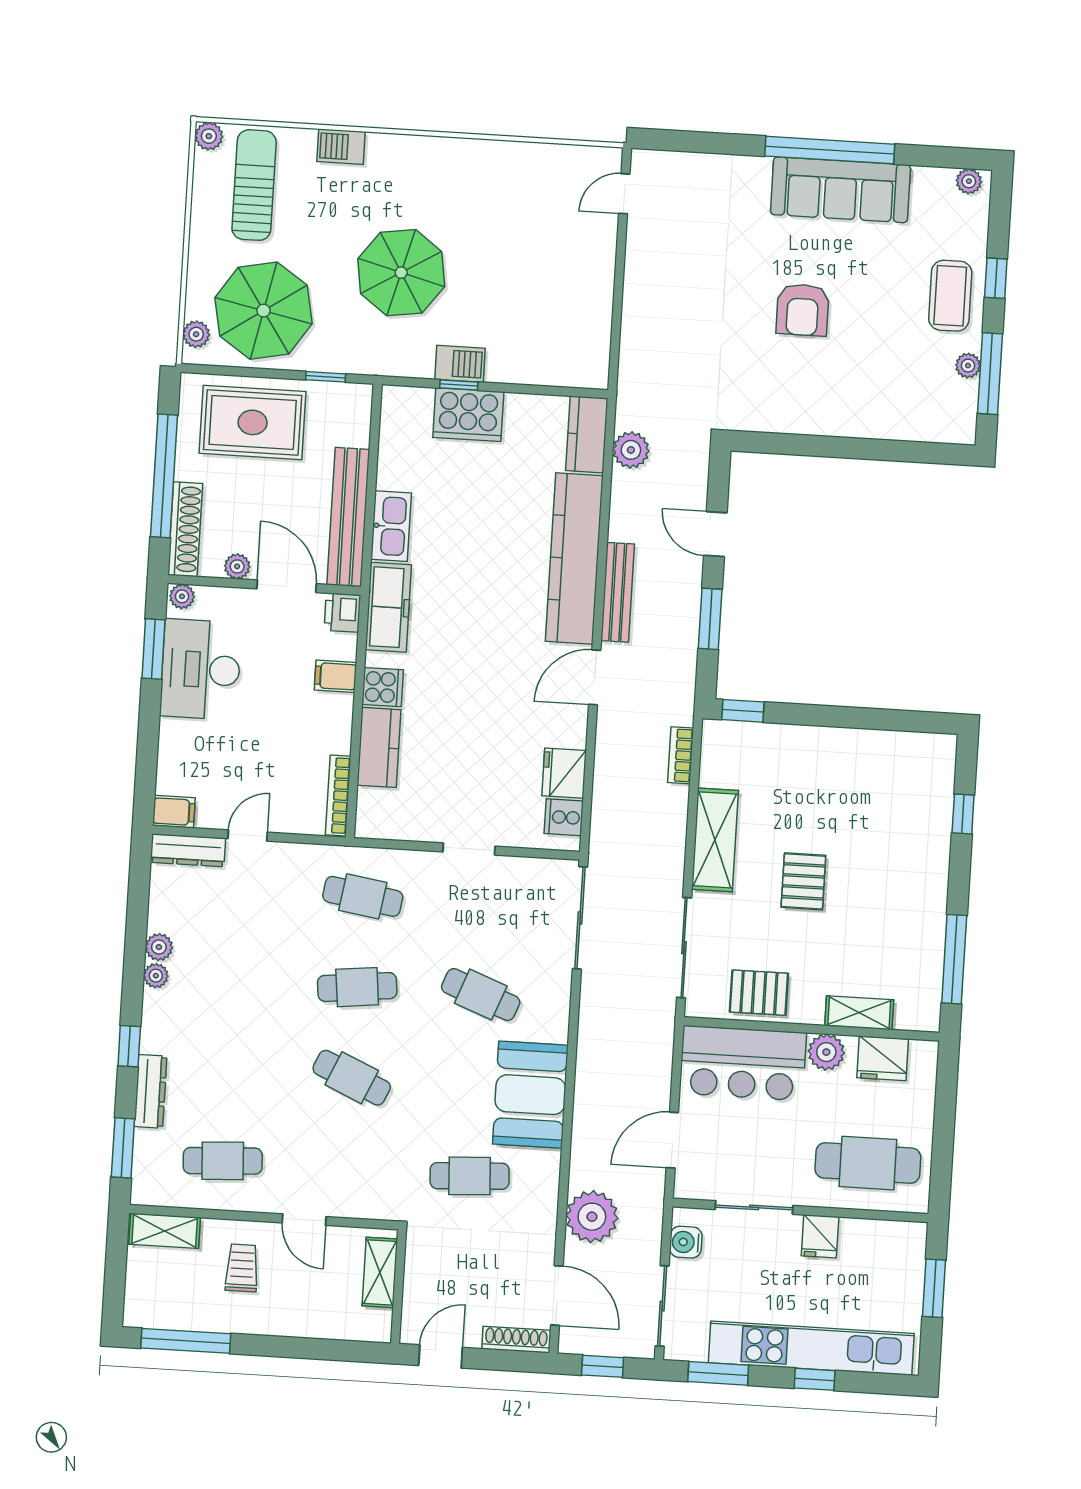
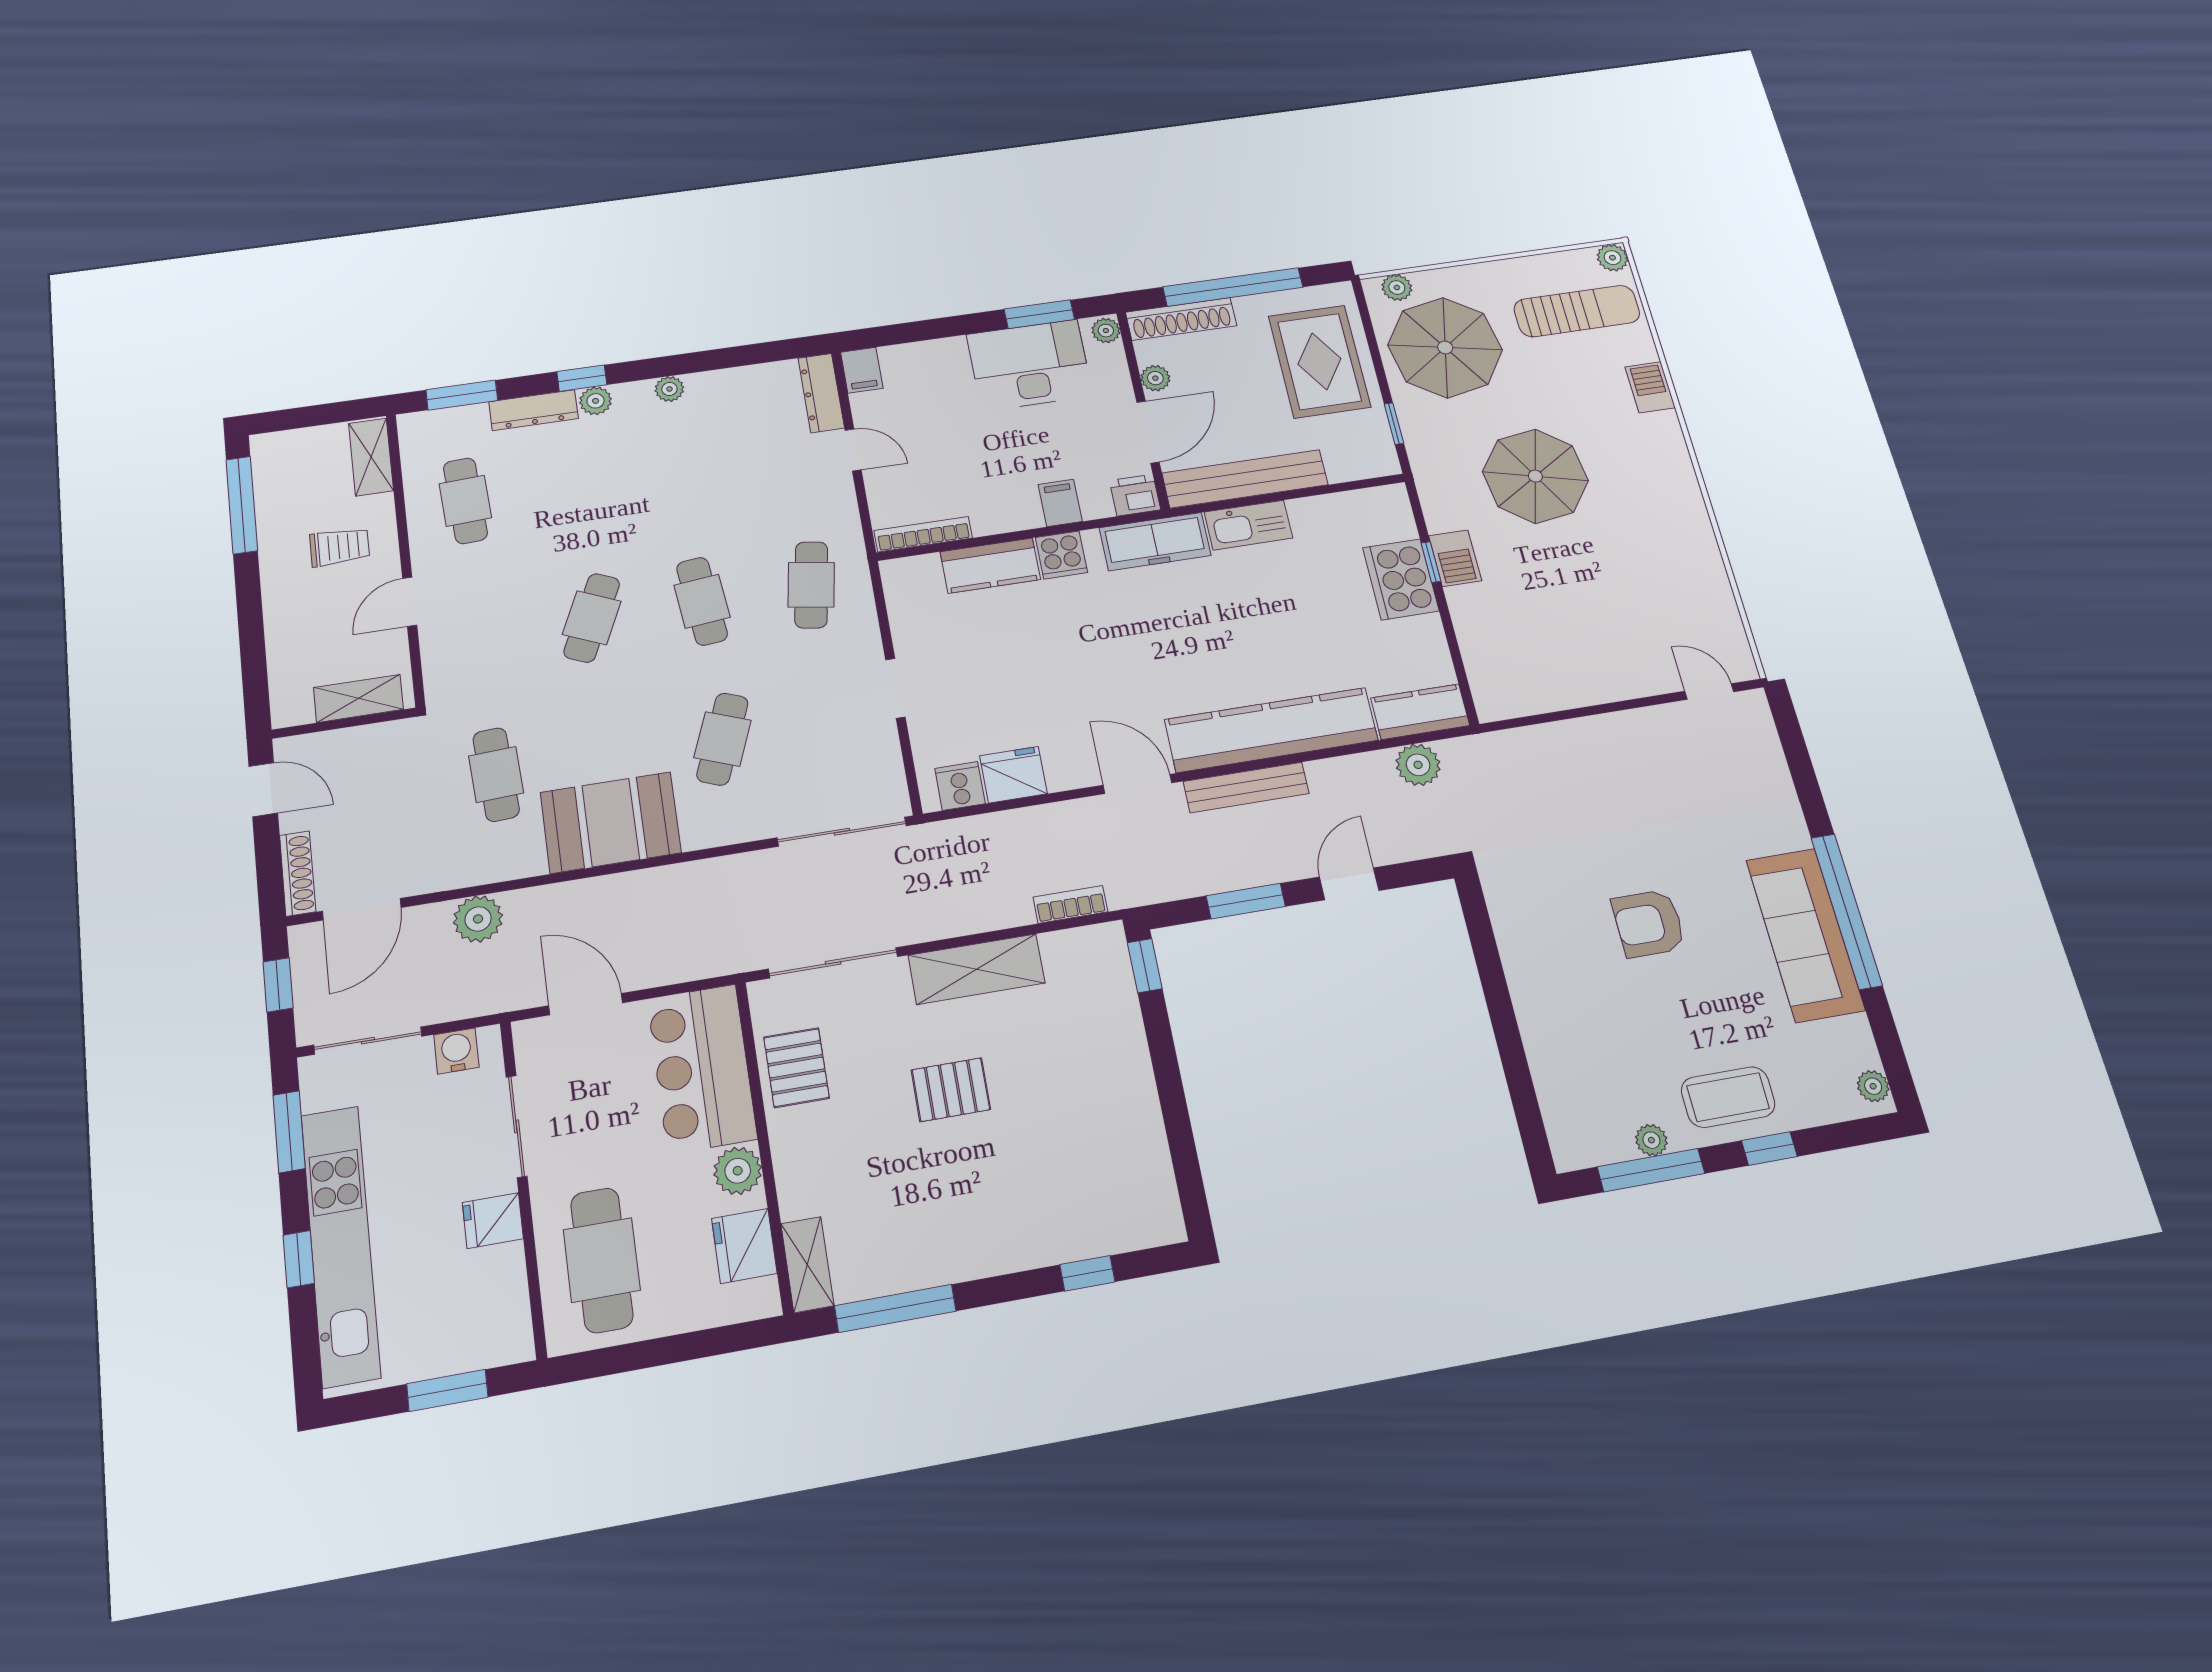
plant: (159, 947) -> (596, 401), moved
shelving: (859, 1013) -> (807, 1265), moved
plant: (592, 1217) -> (478, 919), width x0.73, depth x0.73

